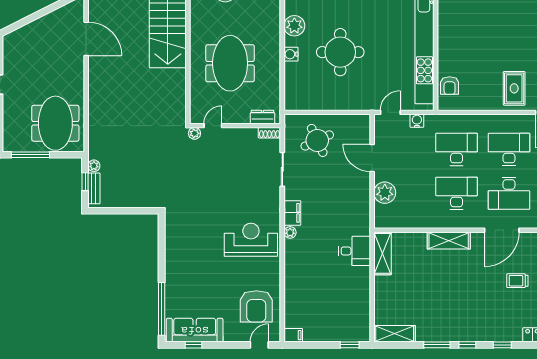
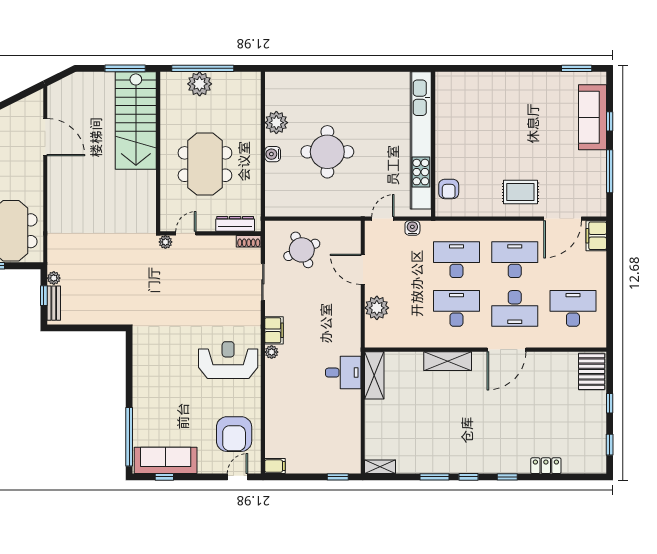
rug: (514, 88) -> (520, 192), turned 90
dresser: (263, 117) -> (235, 224), width x1.44
trolley: (517, 281) -> (524, 406), removed
shelving: (395, 334) -> (380, 467), width x0.67, depth x0.75

